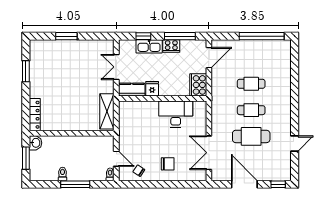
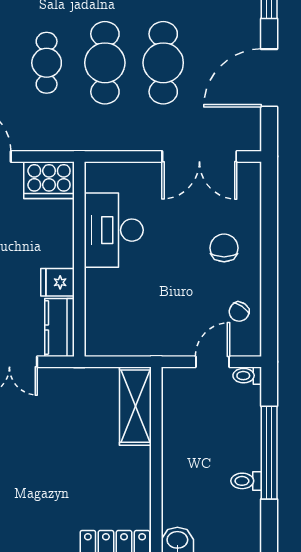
cafe table: (251, 110) -> (105, 63), width x1.37, depth x1.35
shelving: (107, 111) -> (135, 406), moved, turned 90
window: (75, 184) -> (269, 453), width x1.46

